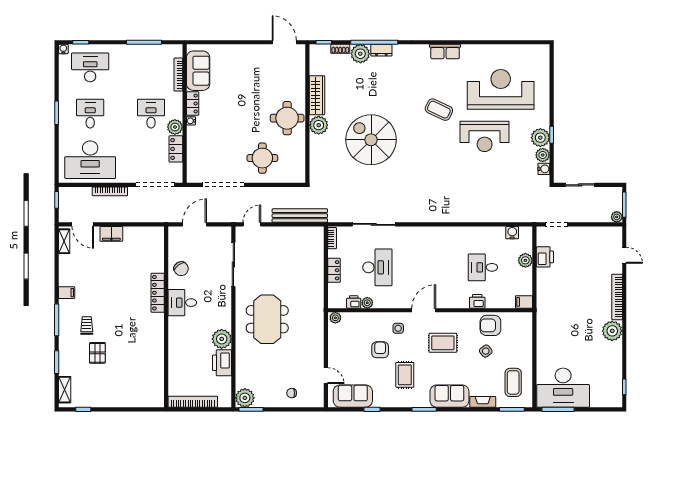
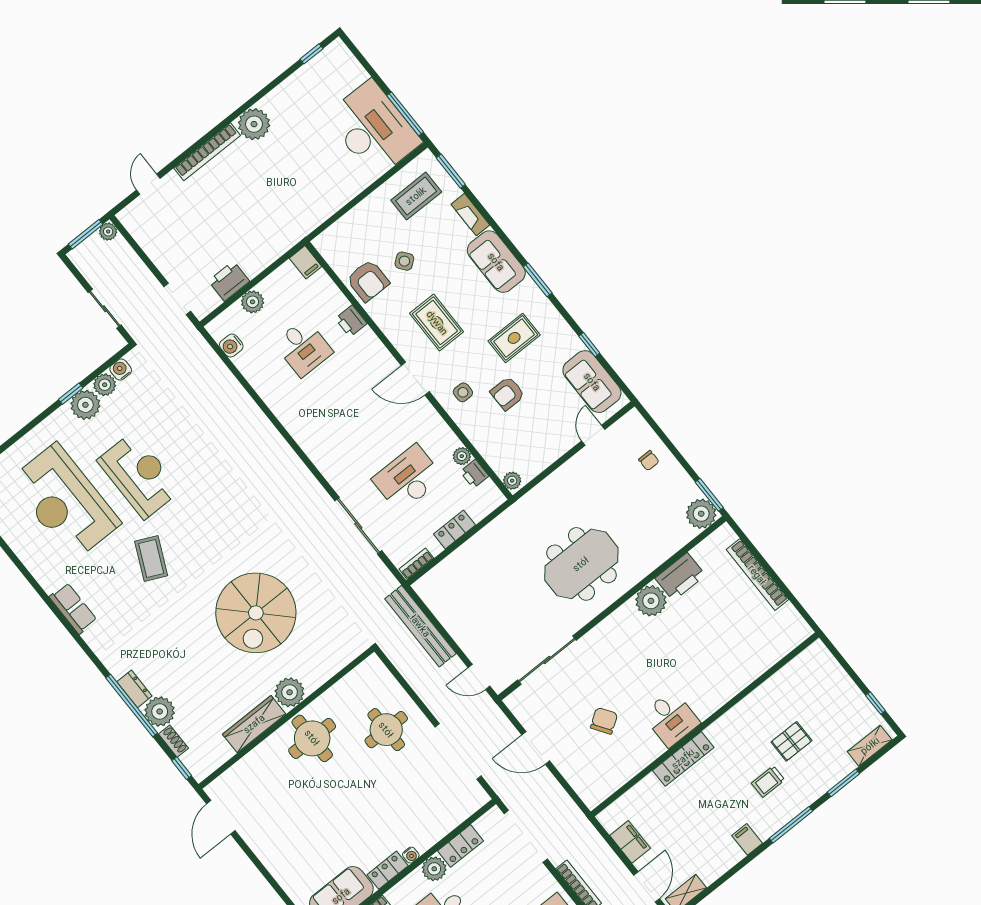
locker: (158, 293) -> (683, 759), moved
desk: (182, 303) -> (671, 718), moved
wall: (166, 317) -> (705, 724), moved

